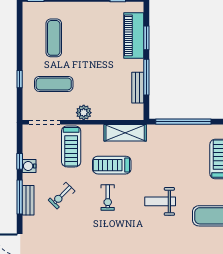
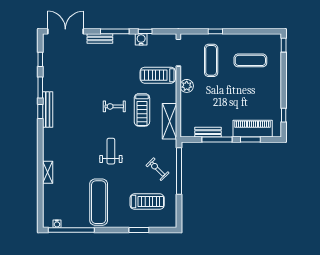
treadmill: (112, 165) -> (142, 110), turned 180
exercise bike: (62, 196) -> (157, 169), moved
bench: (28, 200) -> (100, 39), moved

